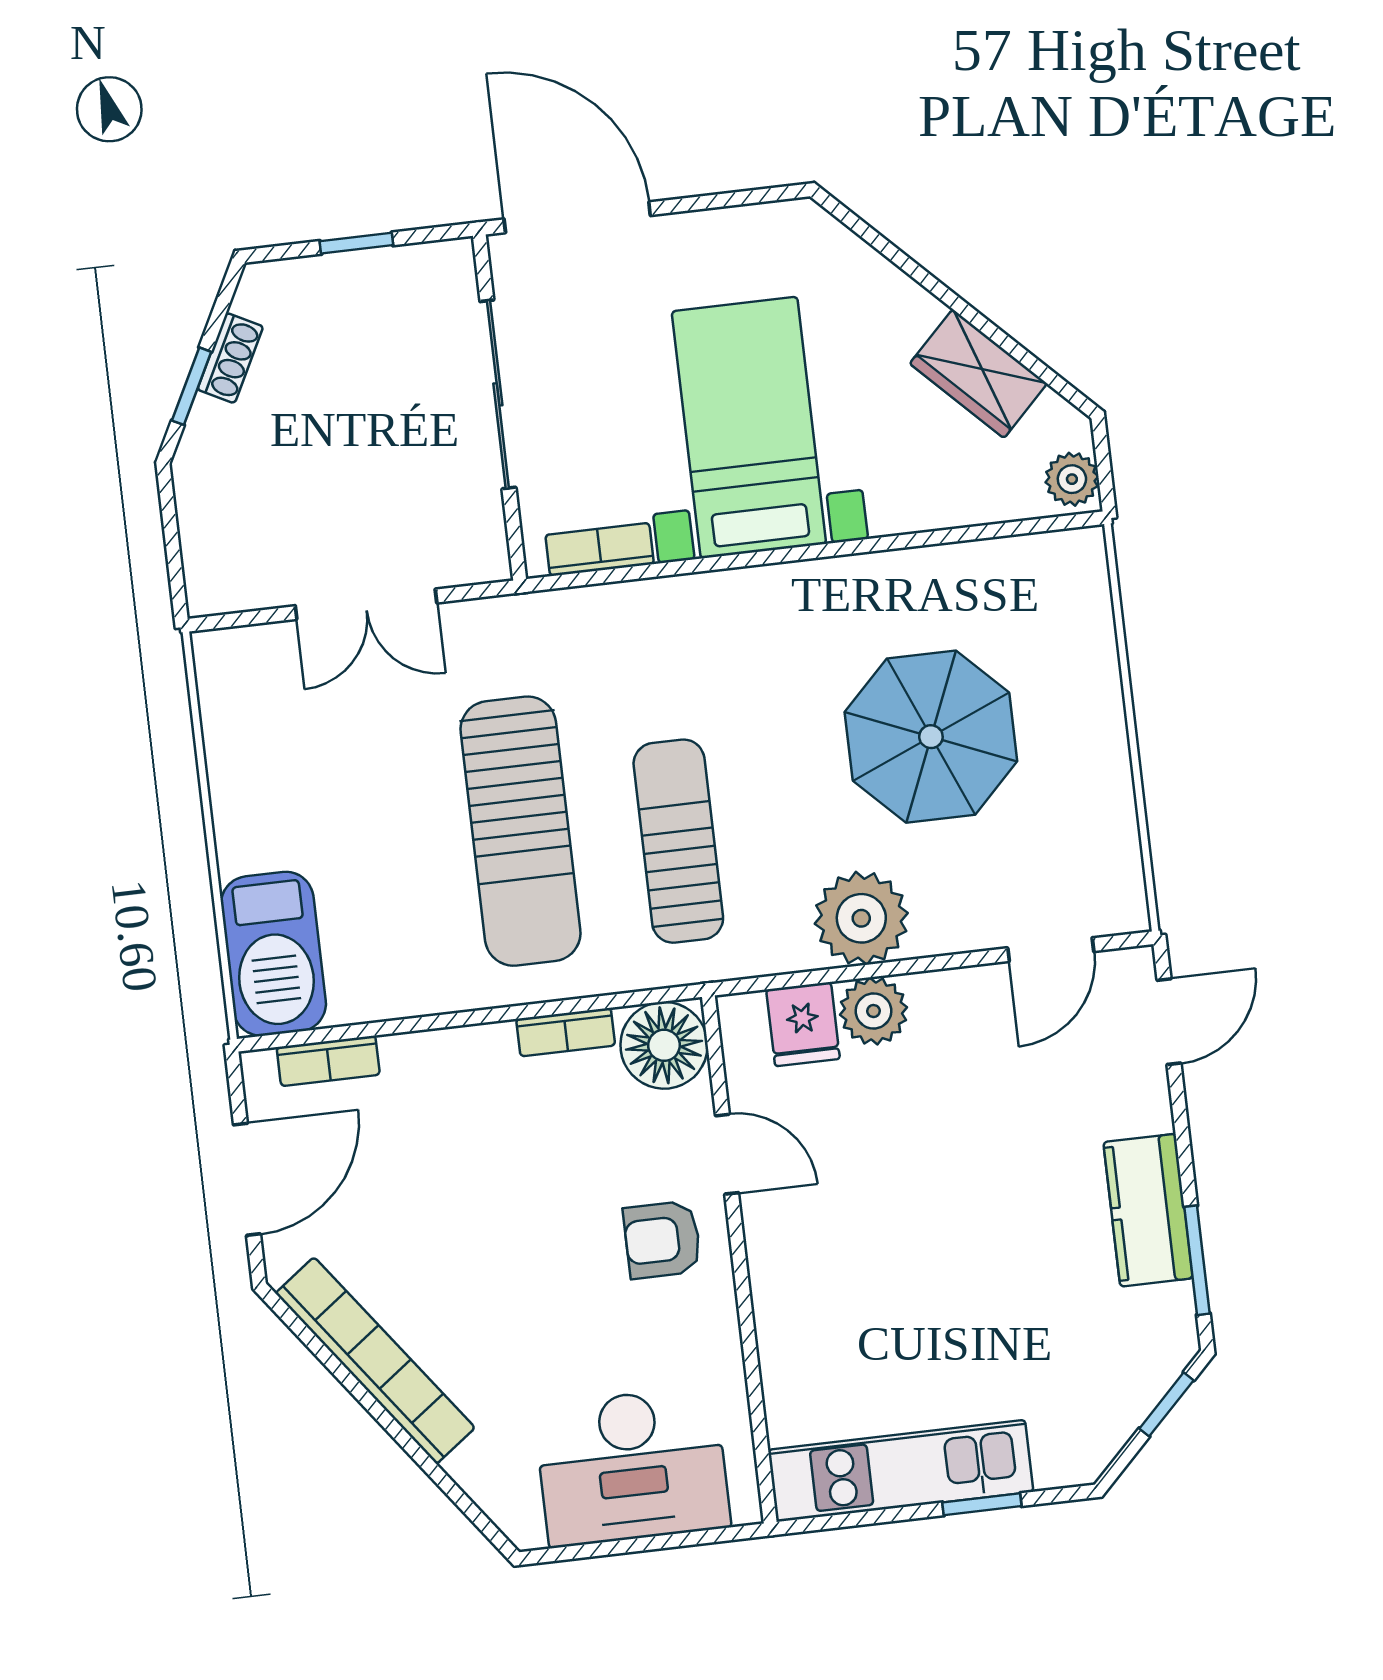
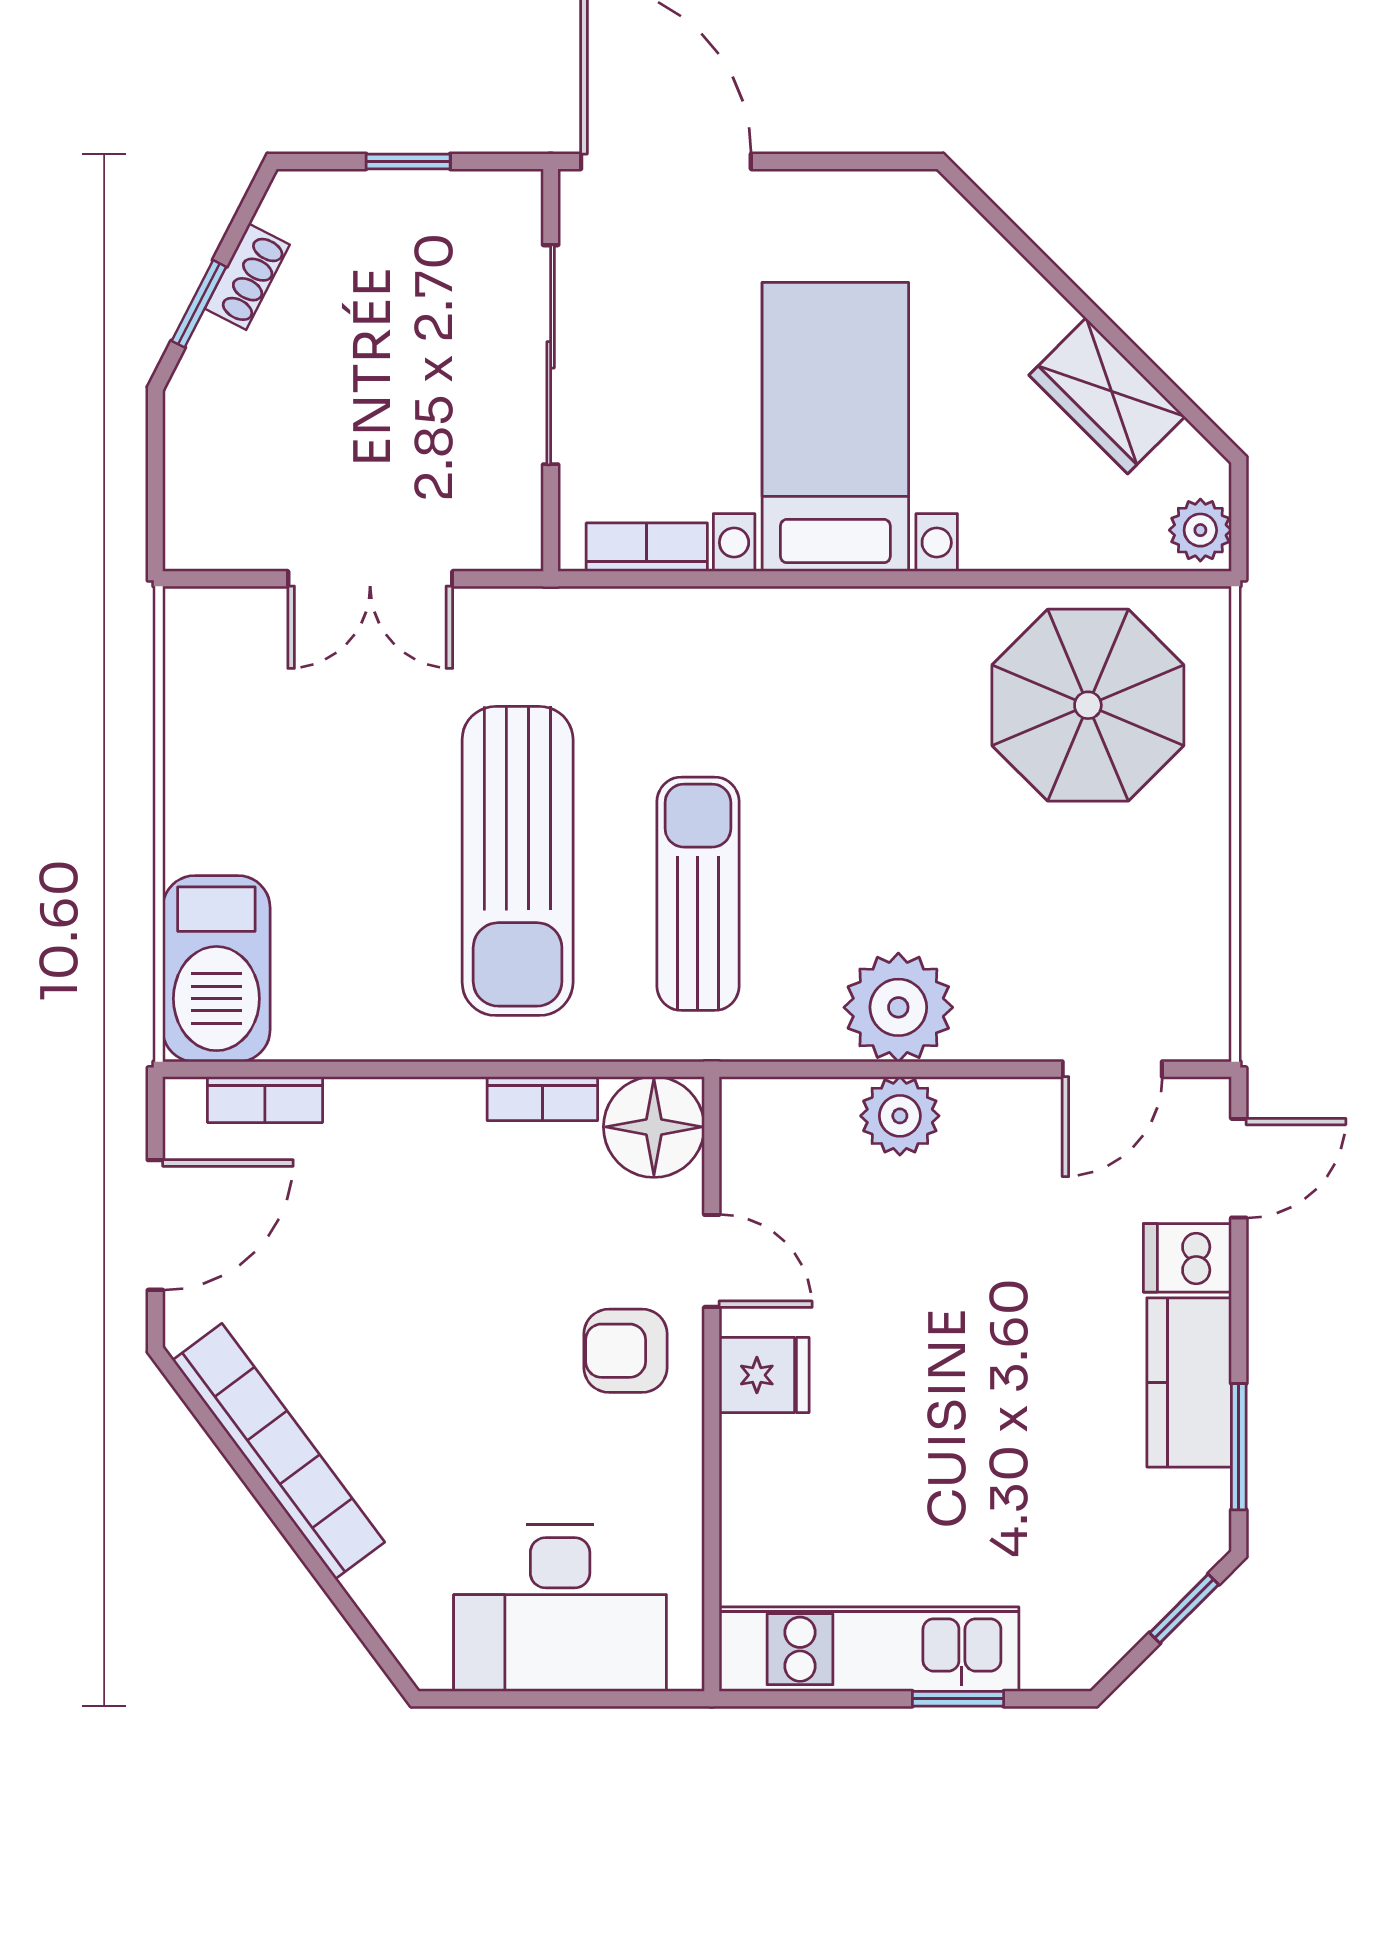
parasol: (931, 737) -> (1088, 705), moved
fridge: (803, 1024) -> (764, 1375), moved, turned -90
dishwasher: (1134, 1104) -> (1187, 1258), added

